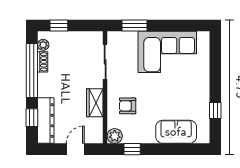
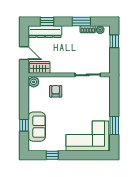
window: (135, 26) -> (114, 126), moved
corner sofa: (167, 52) -> (87, 136), moved, turned 90
window: (32, 71) -> (81, 22), width x0.47
wardrobe: (95, 103) -> (40, 67), moved
window: (132, 149) -> (24, 125), moved

